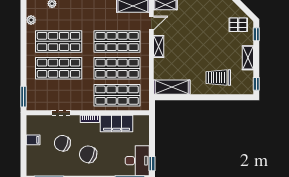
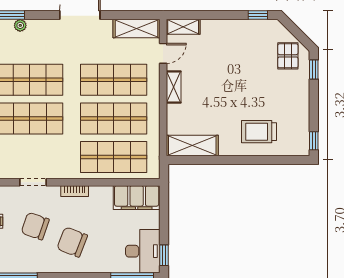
pallet: (238, 25) -> (288, 56), turned 90
shelving: (248, 58) -> (302, 103), removed
filing cabinet: (117, 123) -> (137, 198), moved

